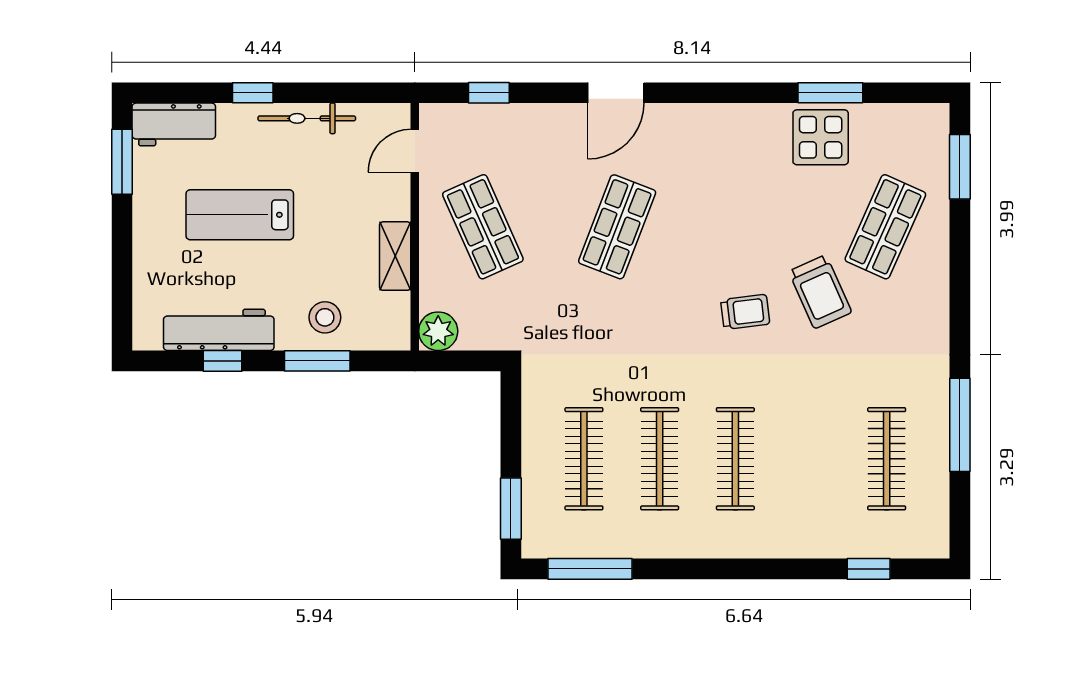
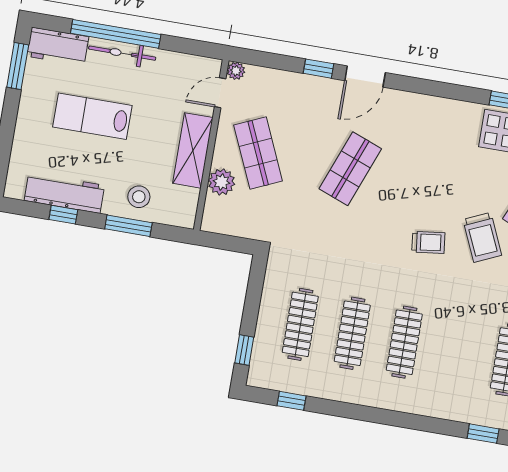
window: (253, 93) -> (116, 34), width x3.17
window: (489, 93) -> (318, 69), moved
plant: (432, 116) -> (236, 71), added
bicycle: (307, 118) -> (122, 53), moved
shelving: (395, 256) -> (193, 150), width x1.50, depth x1.33
plant: (438, 331) -> (222, 182), moved
window: (511, 509) -> (244, 350), width x0.67
window: (590, 569) -> (291, 401), width x0.46

